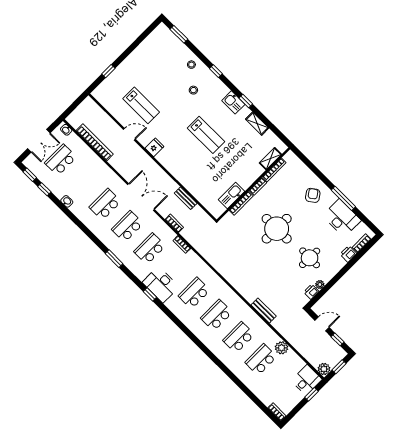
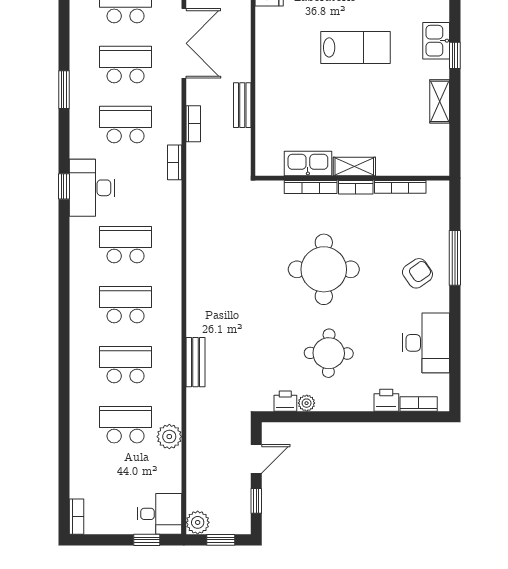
lab bench: (206, 135) -> (356, 47), turned -90
shelving: (270, 159) -> (354, 166), moved
window: (343, 198) -> (455, 258), moved
door: (322, 324) -> (256, 459), hinge flipped

